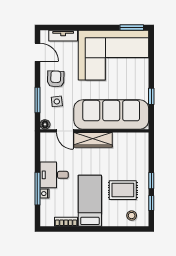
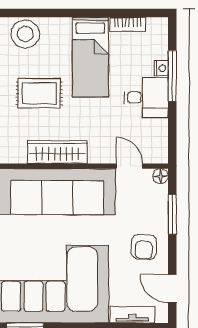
side table: (57, 101) -> (142, 212), removed
wardrobe: (93, 140) -> (57, 152), moved
rug: (123, 190) -> (39, 93), moved
stool: (132, 216) -> (25, 34), width x1.89, depth x1.89

